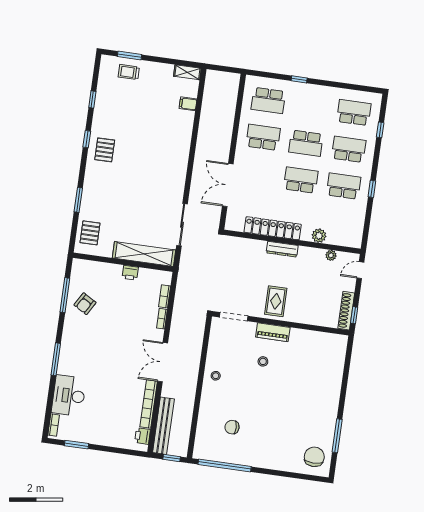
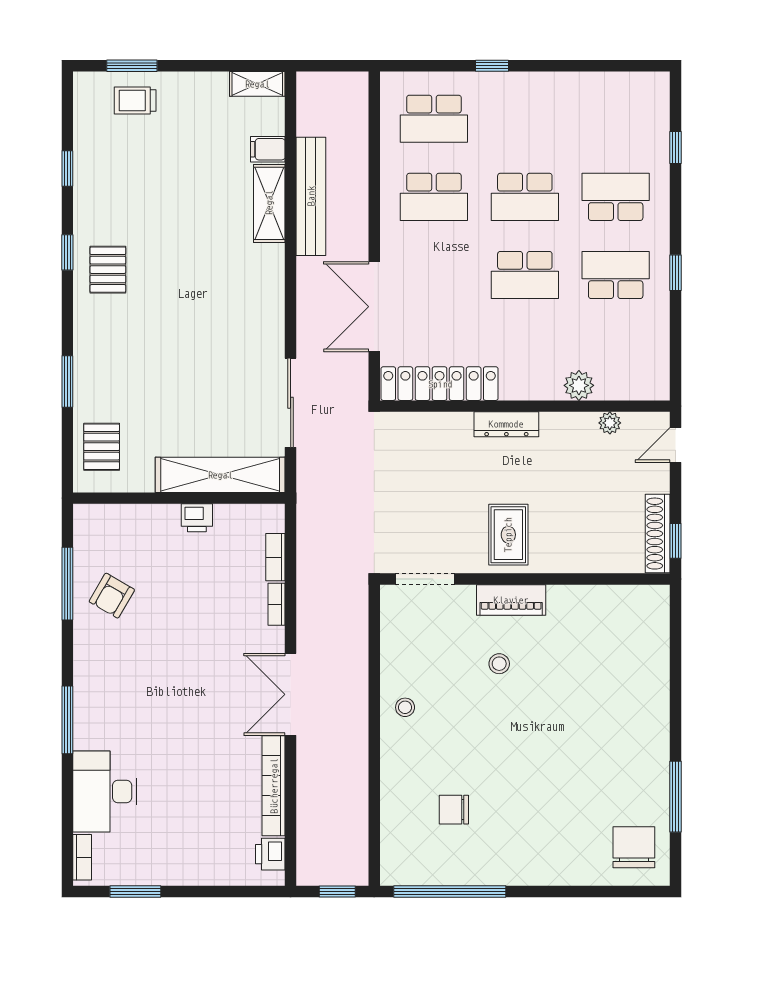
school desk: (354, 112) -> (616, 119), removed
shelving: (185, 129) -> (269, 203), added
school desk: (263, 137) -> (434, 197), turned 180
school desk: (301, 180) -> (525, 275), turned 180
locker: (273, 228) -> (440, 384), moved
bench: (163, 426) -> (311, 196), moved

